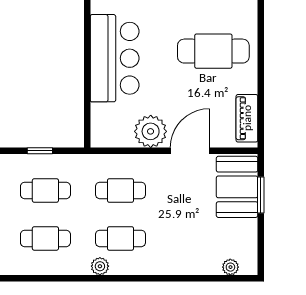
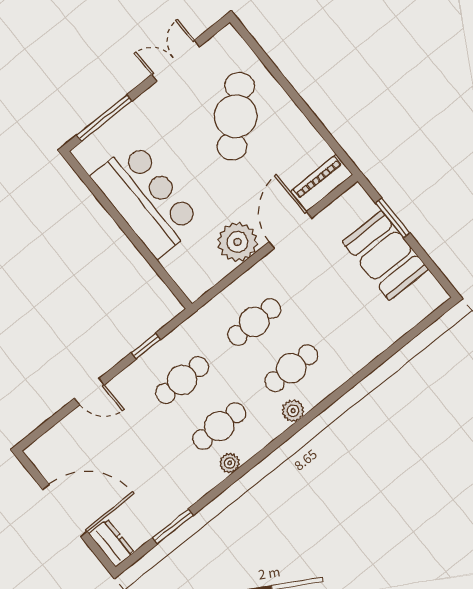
cafe table: (213, 51) -> (236, 116), turned -44
piano: (247, 118) -> (322, 183), moved, turned 90
booth: (237, 187) -> (385, 256), moved
plant: (230, 267) -> (230, 463), moved

